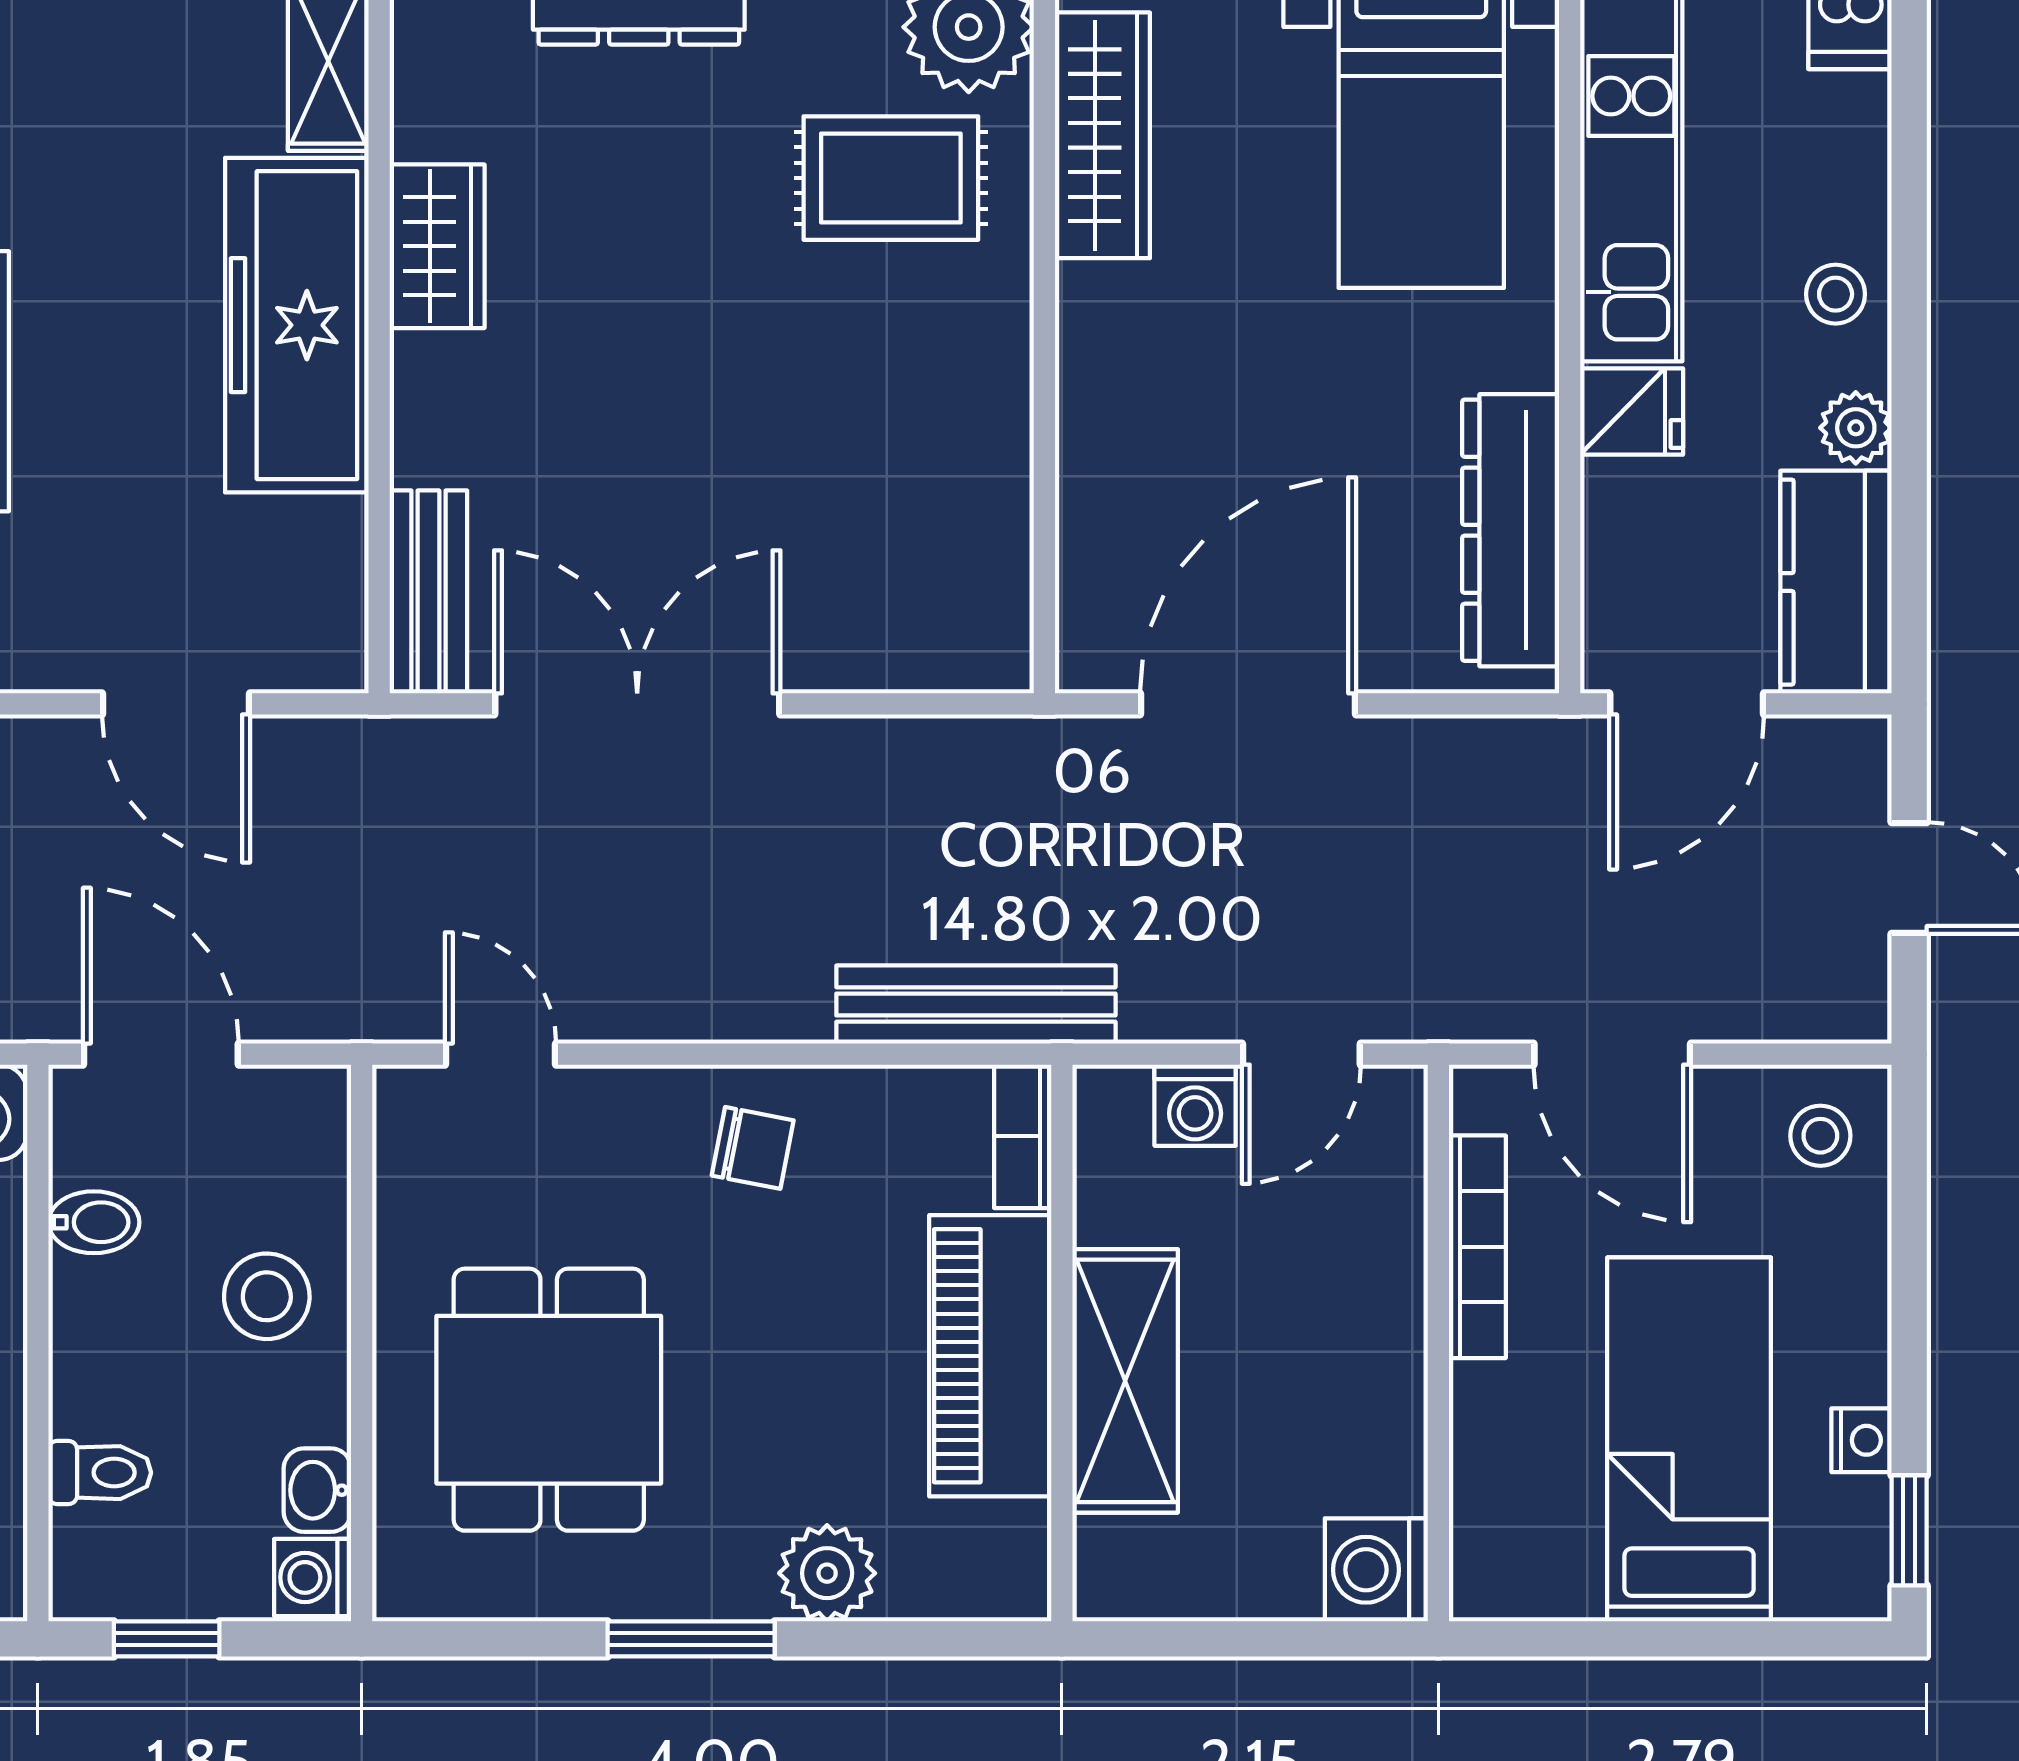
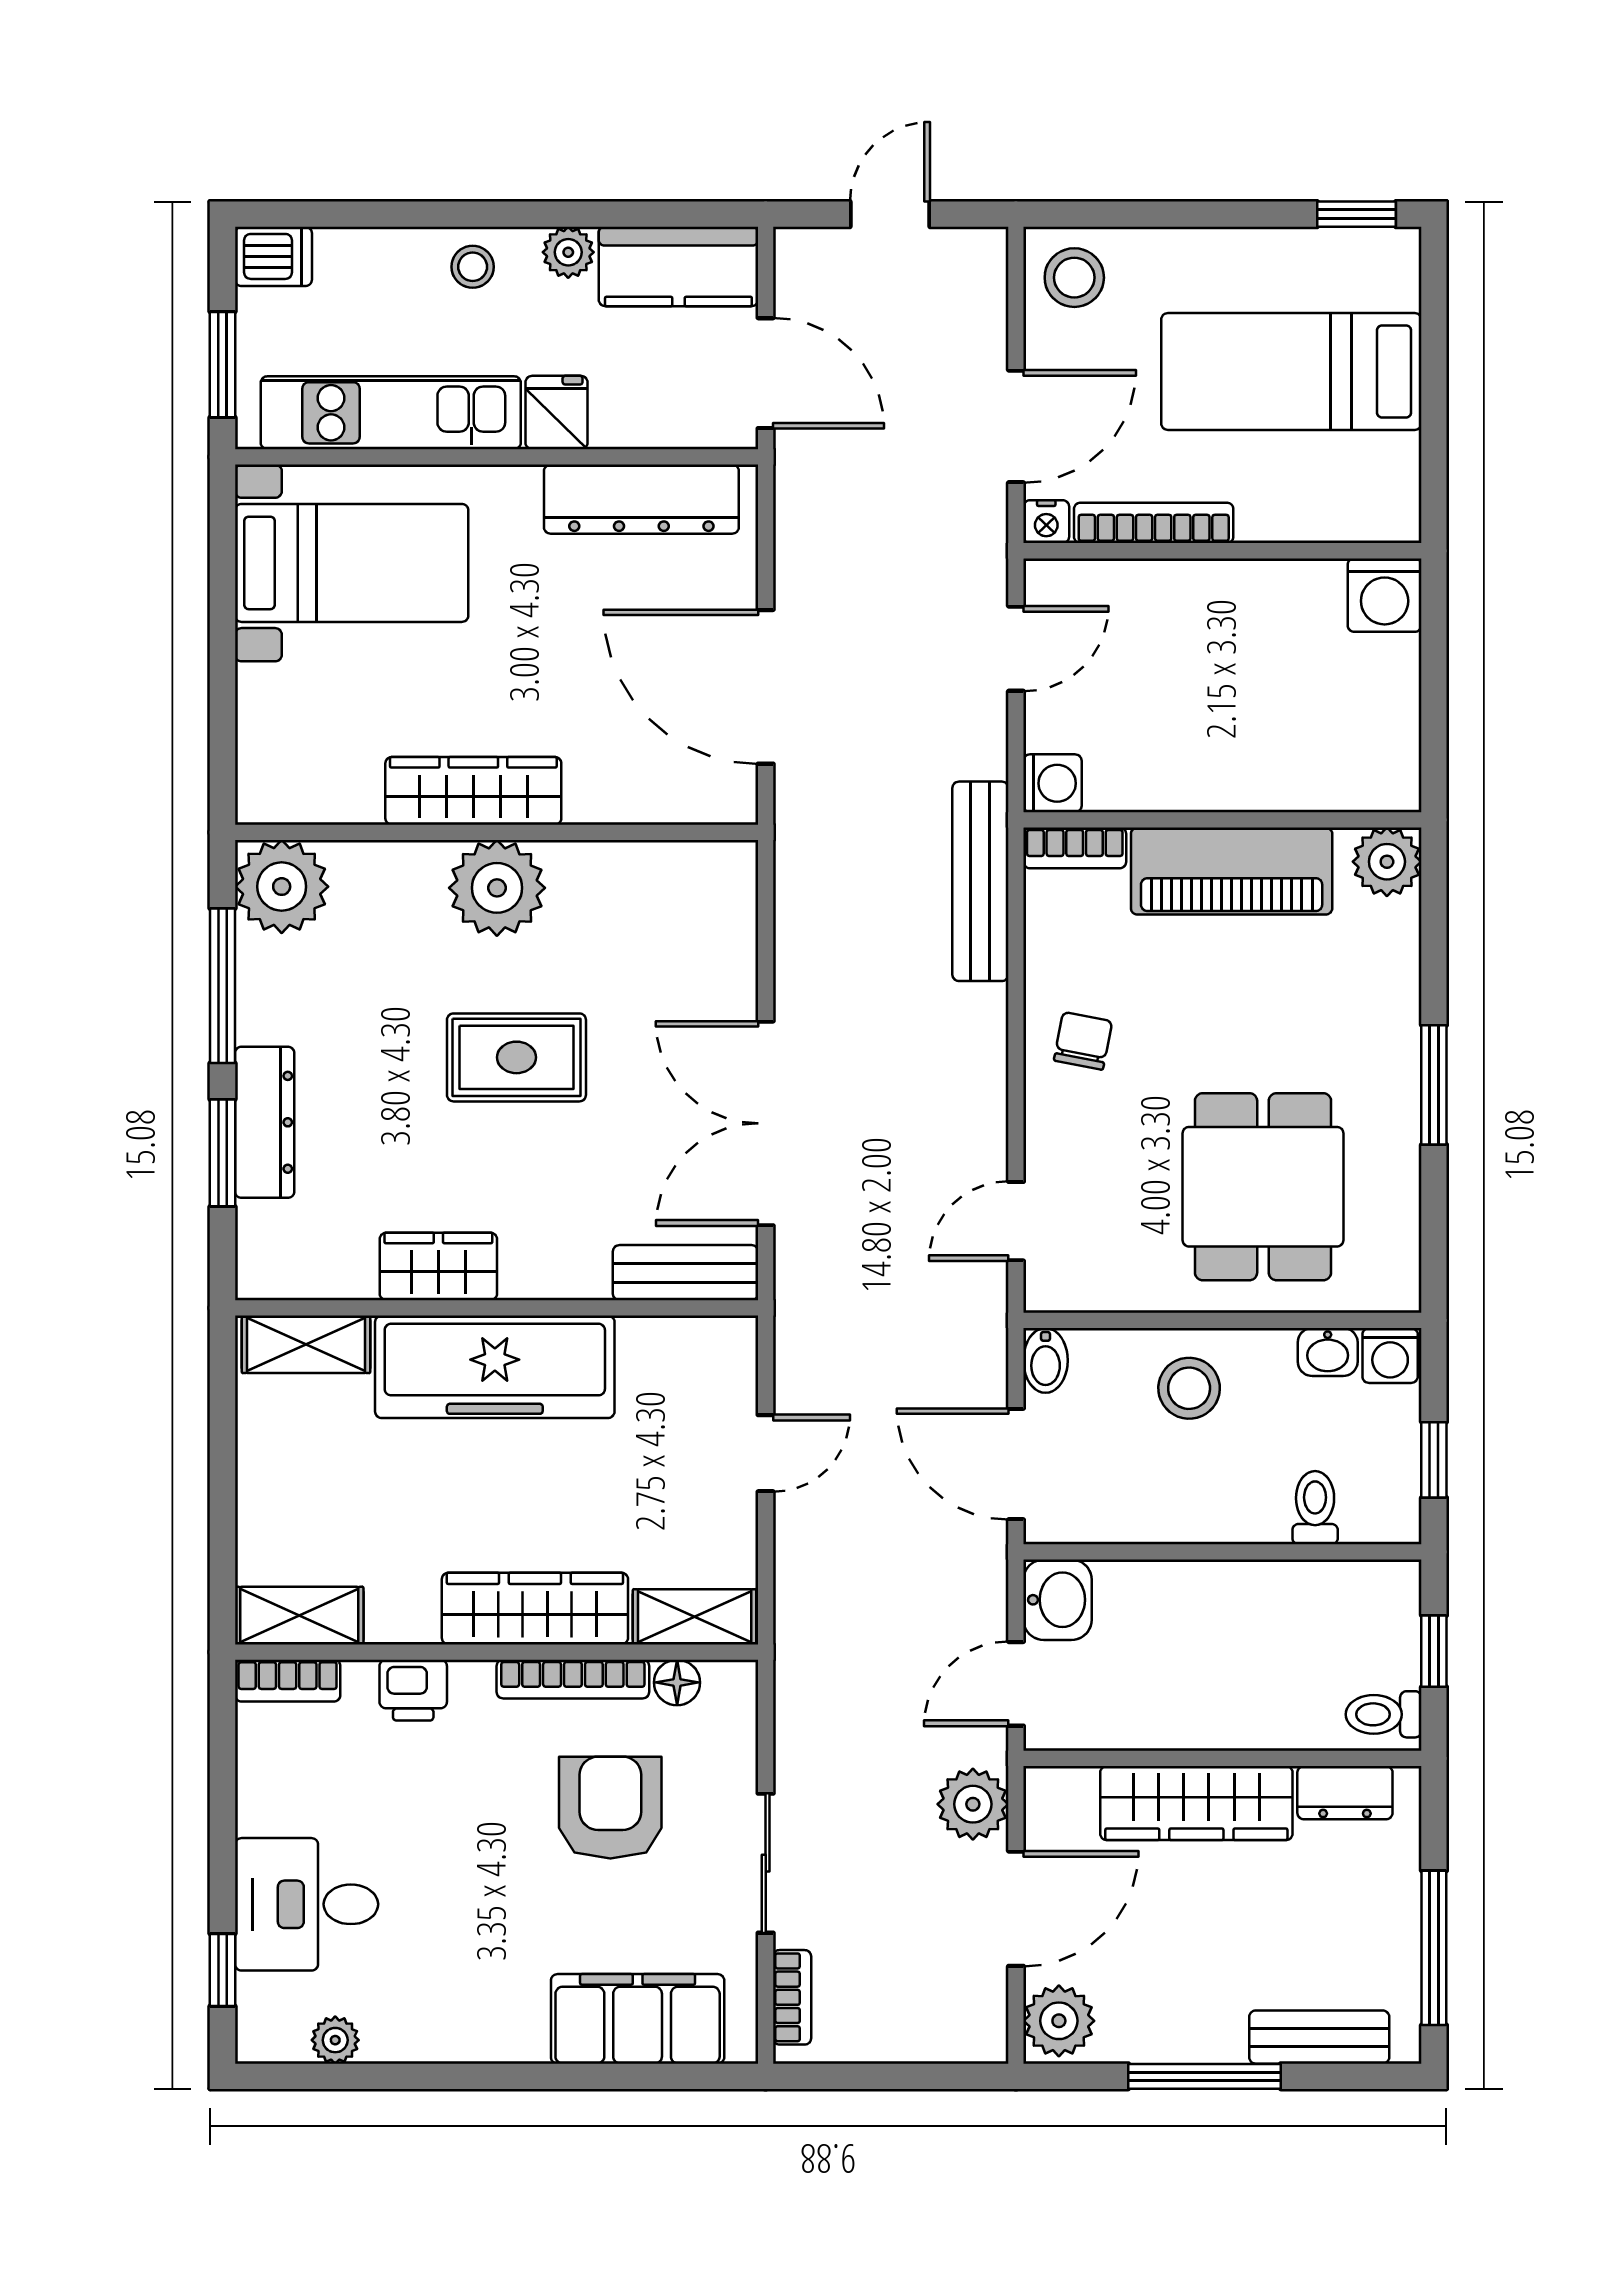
wardrobe: (1102, 135) -> (473, 791), moved
rug: (891, 178) -> (516, 1057), moved, turned 90
plant: (967, 328) -> (497, 888), added
door: (176, 704) -> (766, 1453), width x0.73
door: (161, 1054) -> (1016, 1464), hinge flipped
door: (1301, 1054) -> (1016, 649), hinge flipped
washing machine: (1195, 1105) -> (1052, 783), moved
stool: (1820, 1136) -> (1074, 278), width x1.37, depth x1.37
bidet: (94, 1222) -> (1046, 1360), moved, turned 180
shelving: (1125, 1381) -> (1250, 775), removed
dining table: (549, 1400) -> (1263, 1187), turned 90
nightstand: (1862, 1440) -> (1046, 522), moved, turned 180
plant: (827, 1573) -> (1387, 862), moved

